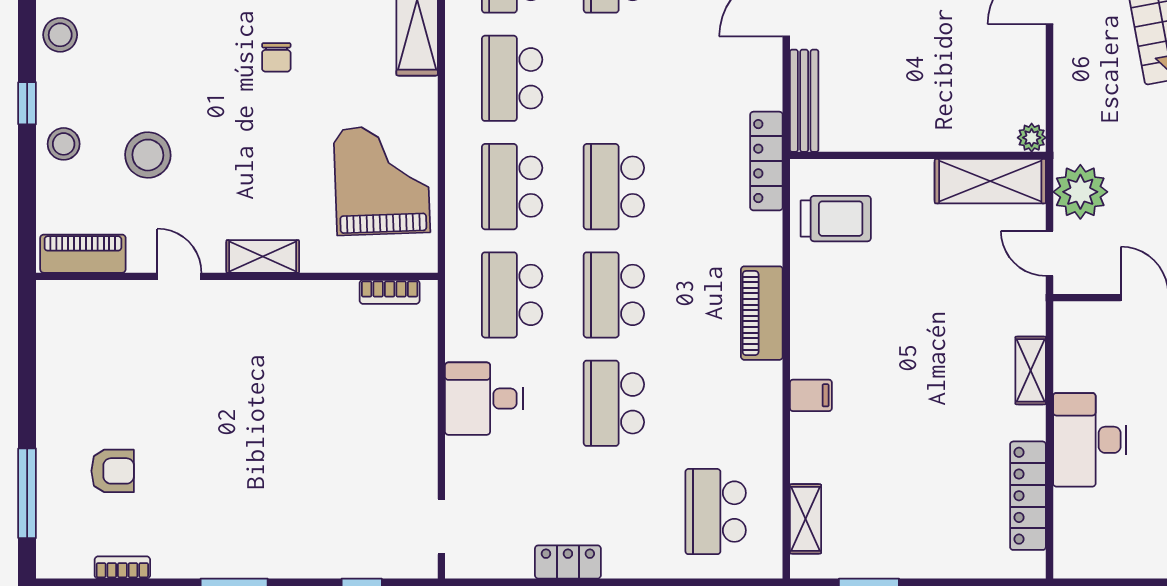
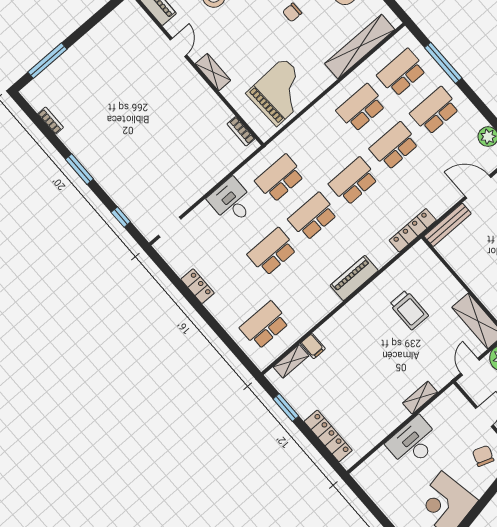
school desk: (512, 187) -> (394, 146), moved
trolley: (836, 219) -> (409, 310), moved
filing cabinet: (811, 395) -> (313, 346), moved
armchair: (113, 471) -> (84, 86), removed
locker: (1028, 496) -> (328, 436), moved, turned 90

